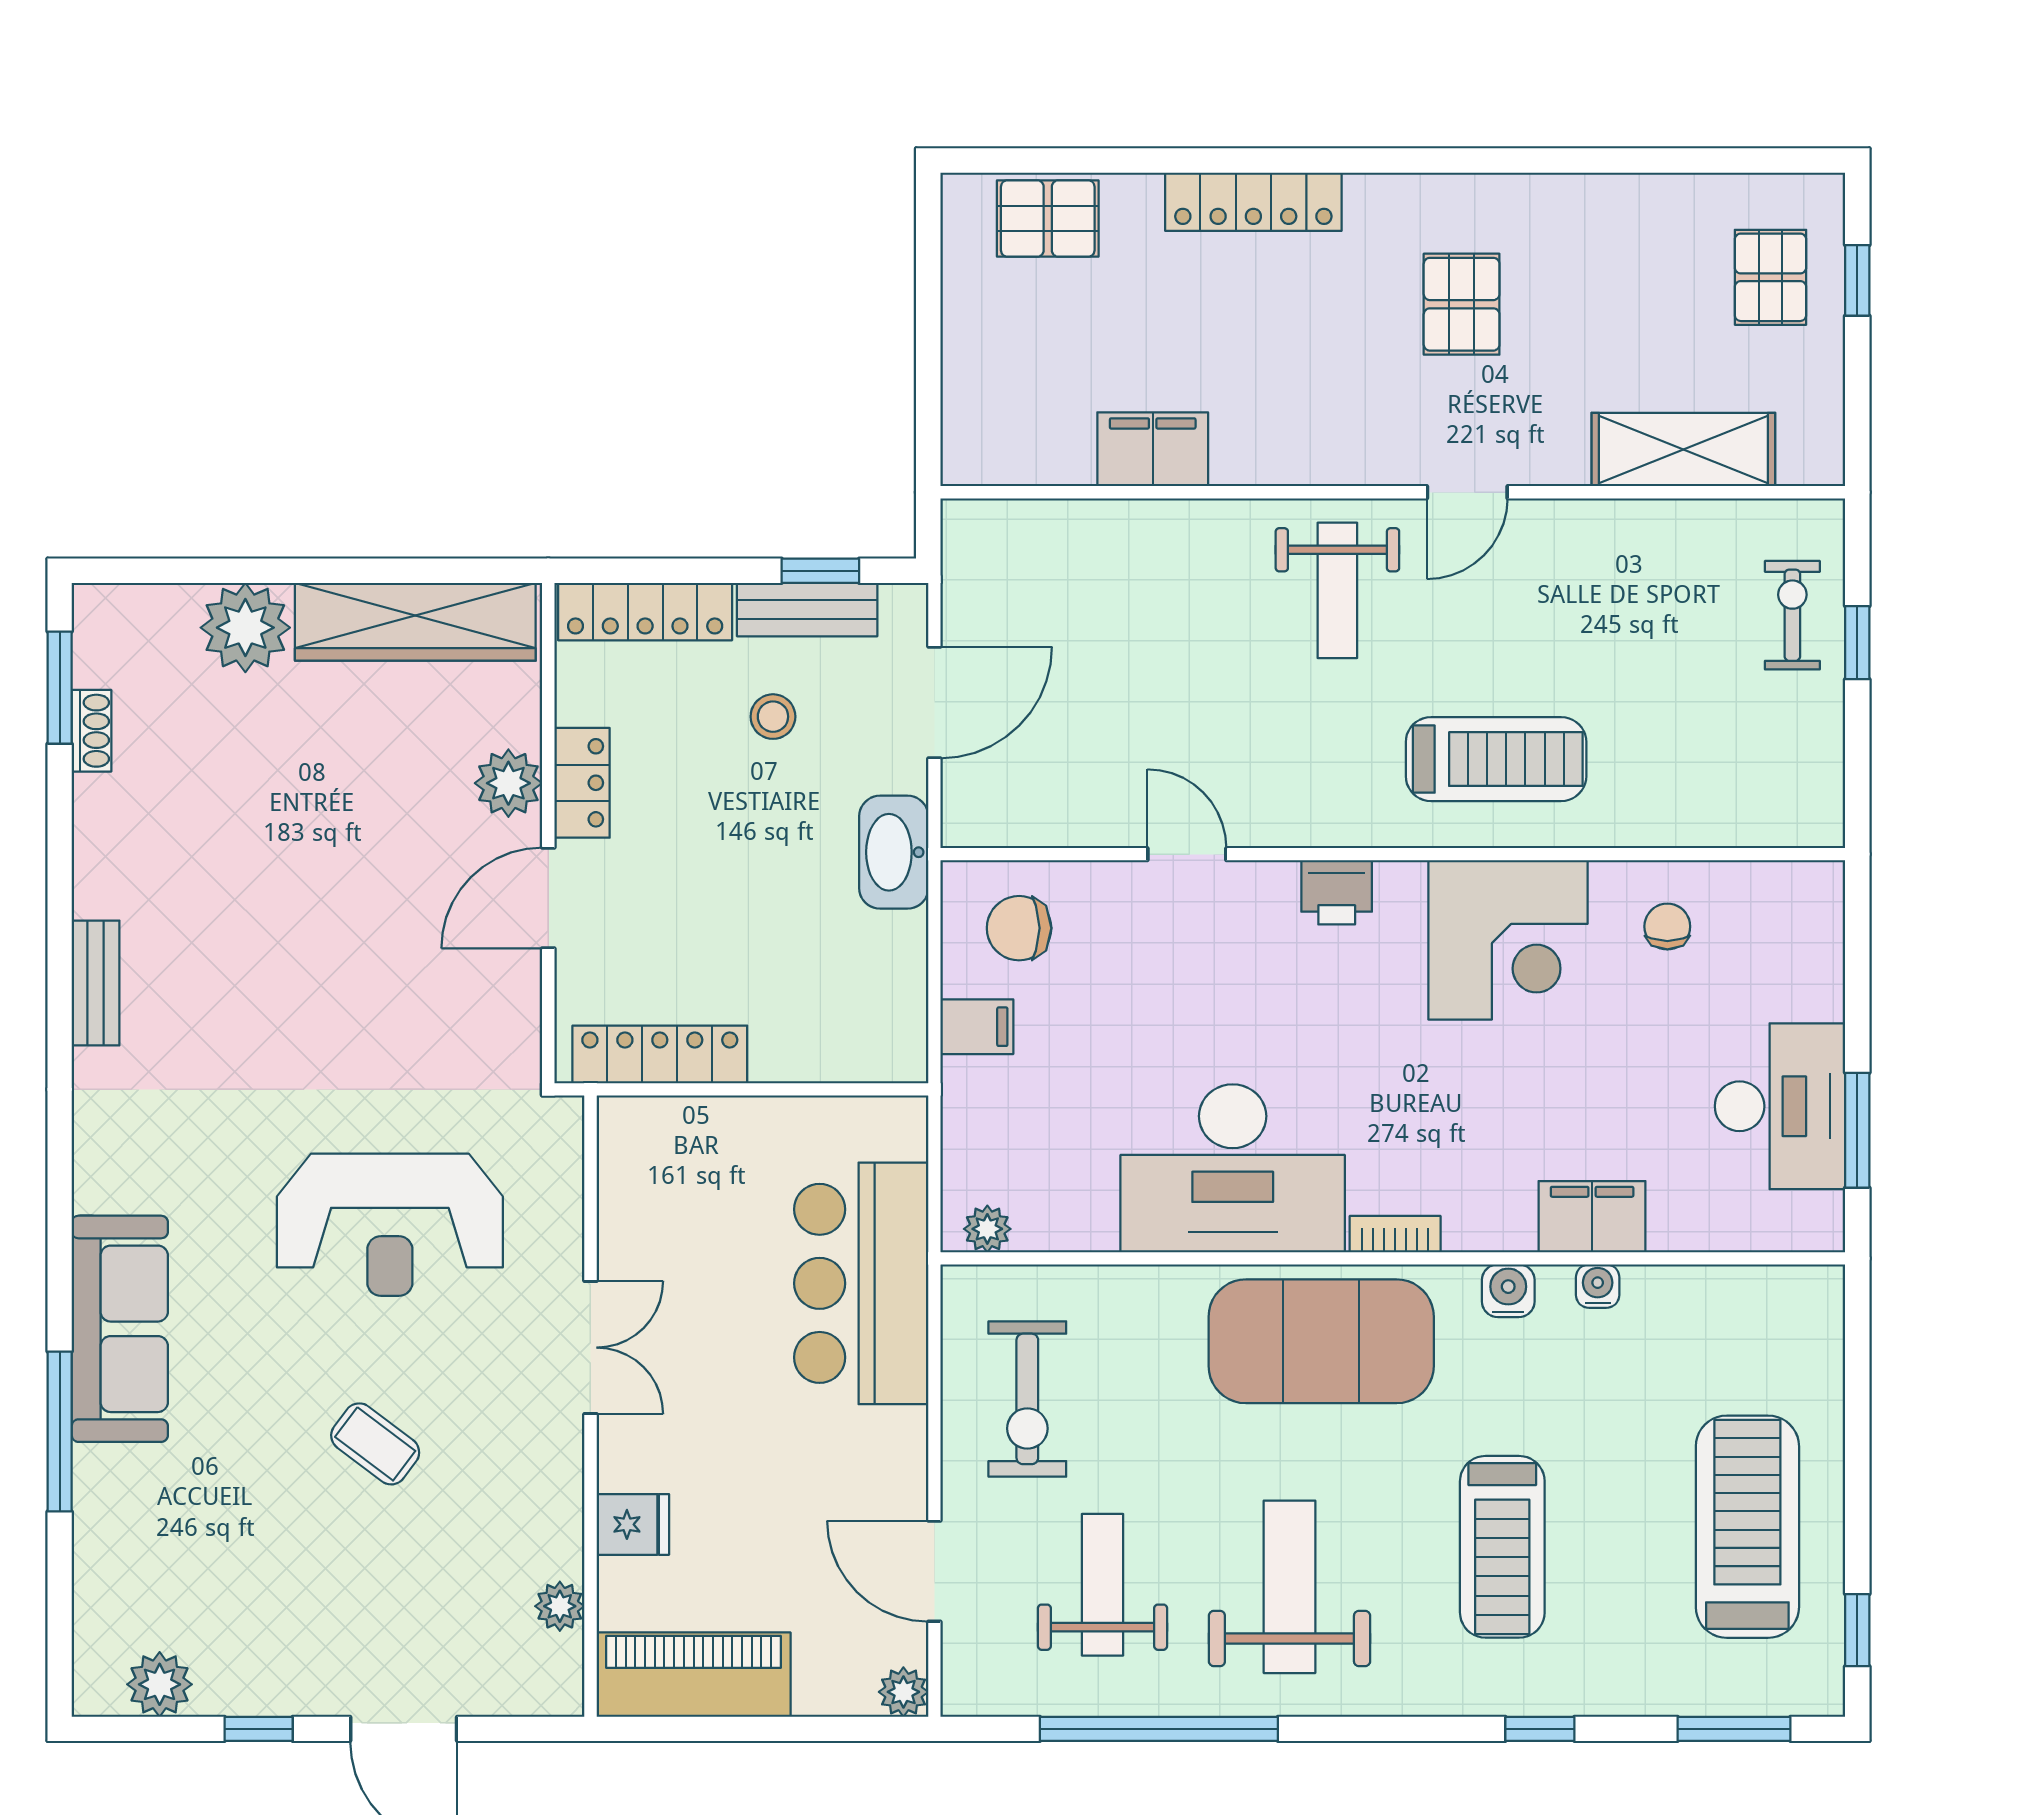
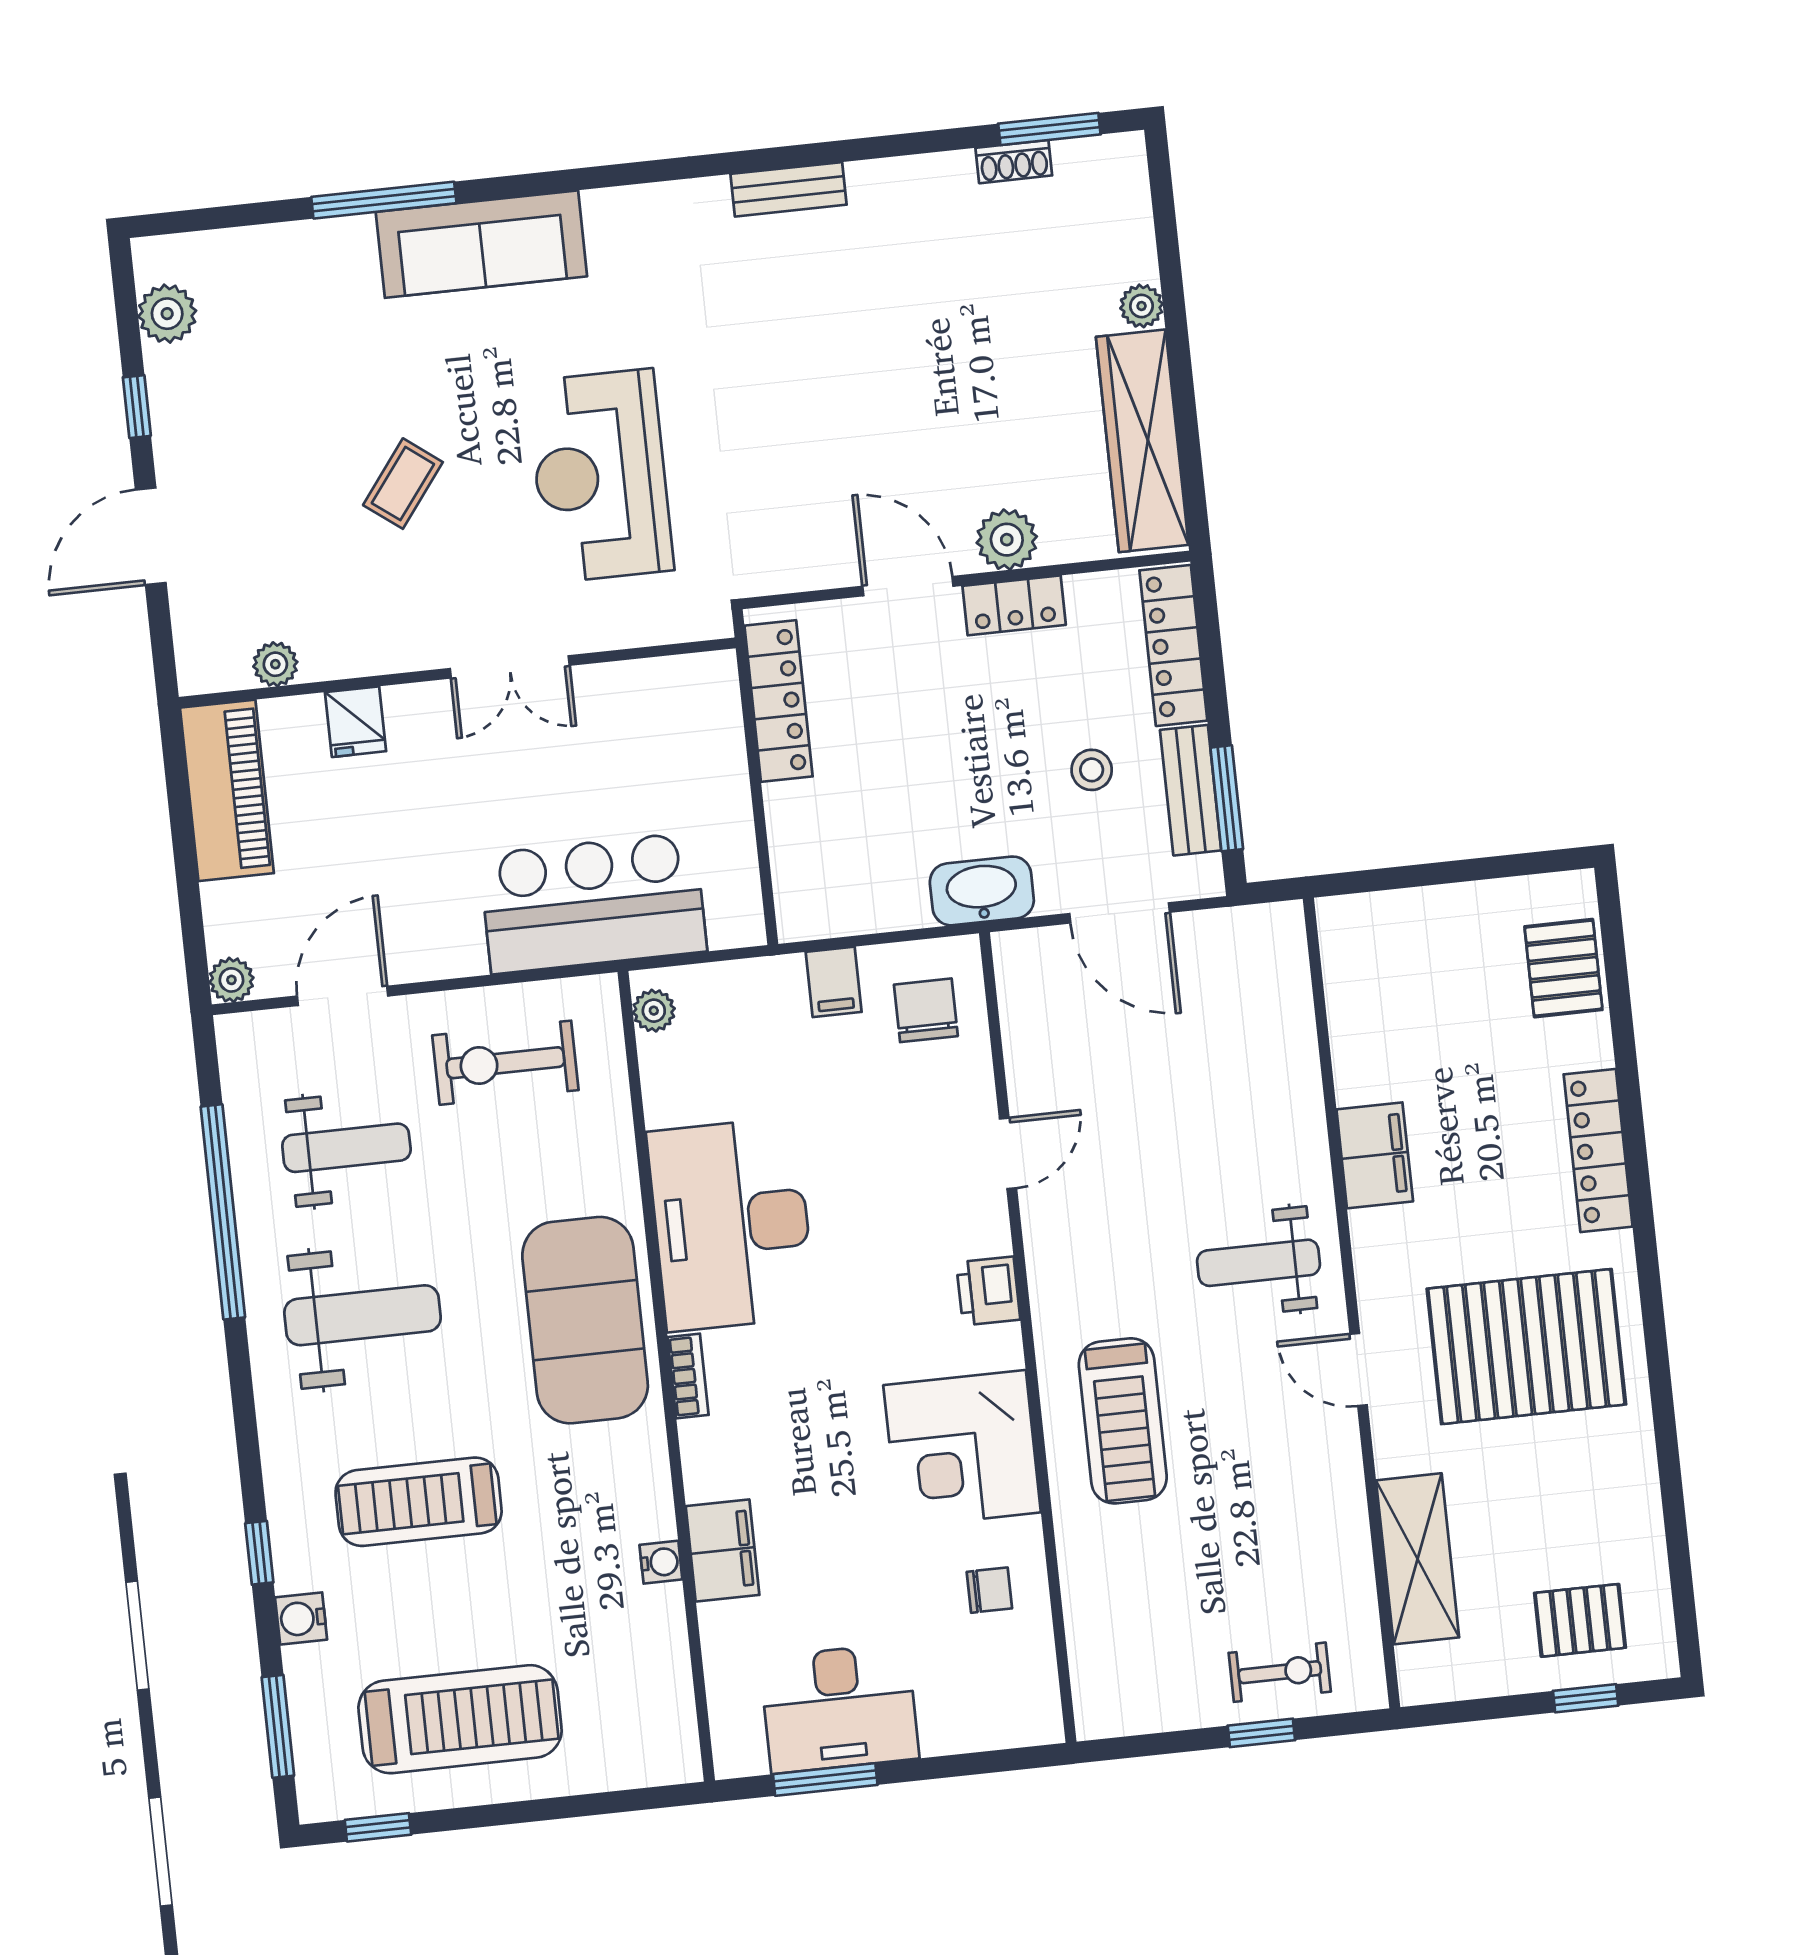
pallet: (1462, 304) -> (1526, 1347), width x2.05, depth x2.00
filing cabinet: (1153, 449) -> (1375, 1155), moved
window: (820, 571) -> (1227, 798), width x1.50
plant: (245, 628) -> (1142, 306), width x0.53, depth x0.53
water cooler: (1508, 1291) -> (301, 1618), moved, turned 180

